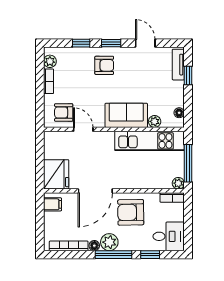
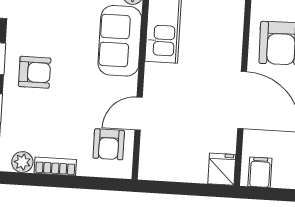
armchair: (104, 65) -> (35, 72), turned 90
fridge: (56, 174) -> (222, 169), width x0.53, depth x0.75

